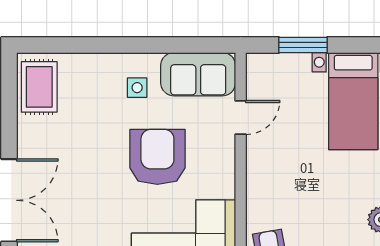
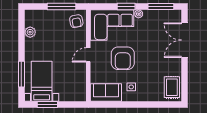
window: (303, 45) -> (47, 105), moved
door: (241, 118) -> (88, 55), moved

